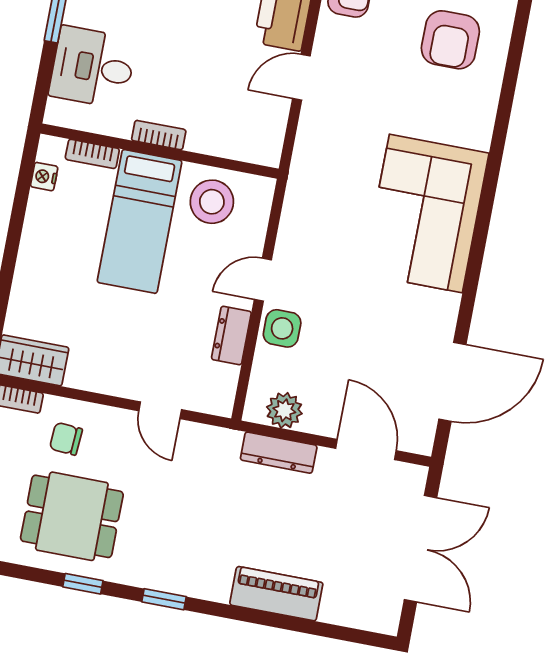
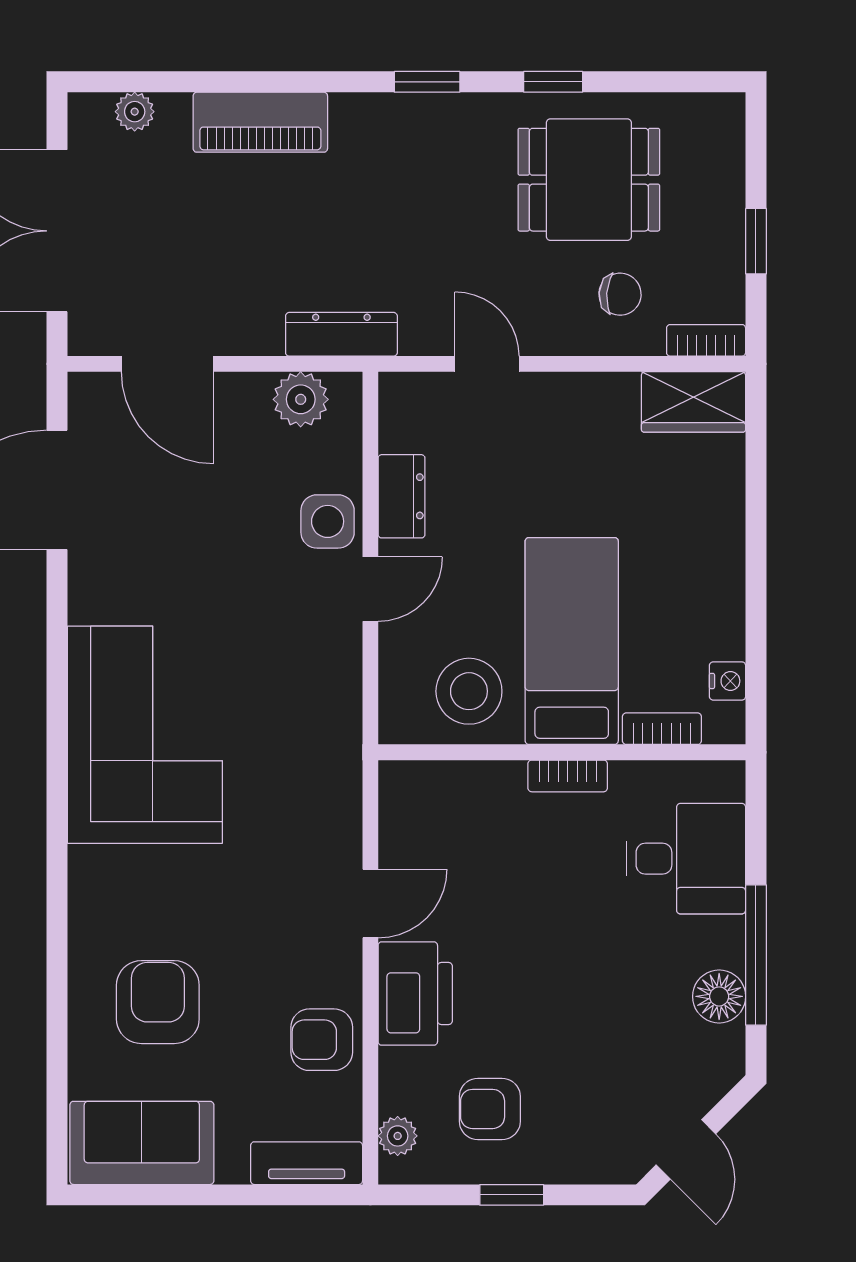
dresser: (279, 453) -> (341, 334), moved
plant: (356, 616) -> (135, 112), added

